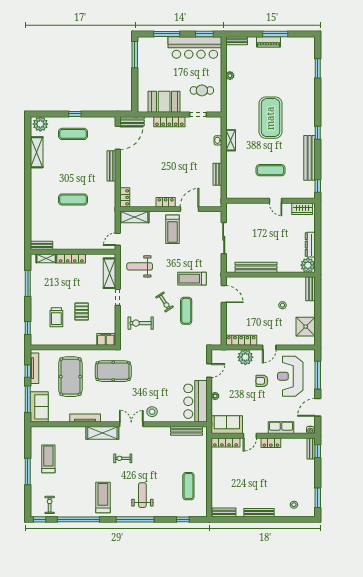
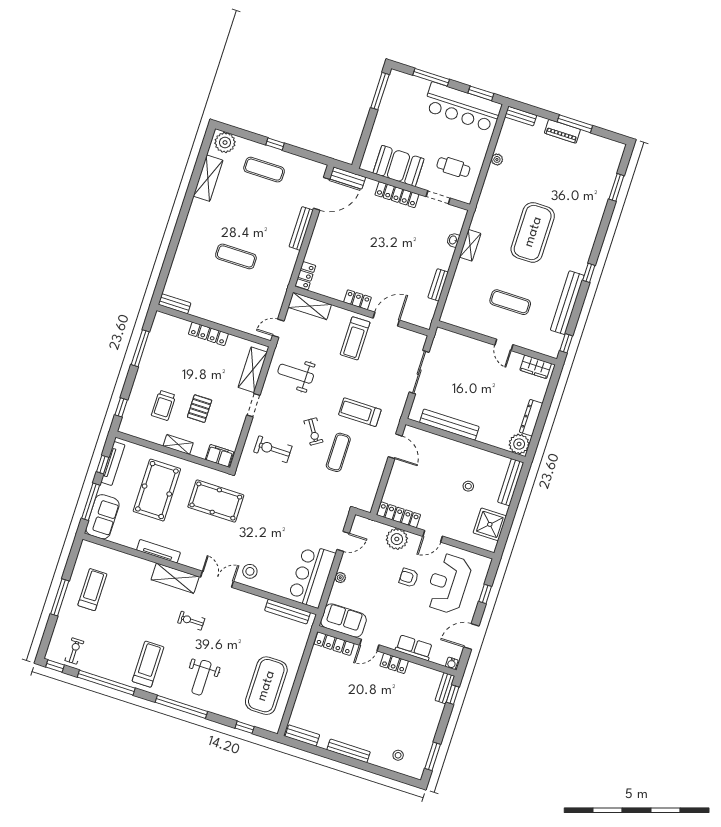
shelving: (46, 258) -> (178, 444), moved
bench: (311, 289) -> (511, 482), width x1.36
window: (318, 375) -> (485, 594), width x0.46
exercise mat: (188, 486) -> (266, 686), width x2.00, depth x1.45
weight bench: (142, 495) -> (201, 678), turned 180

